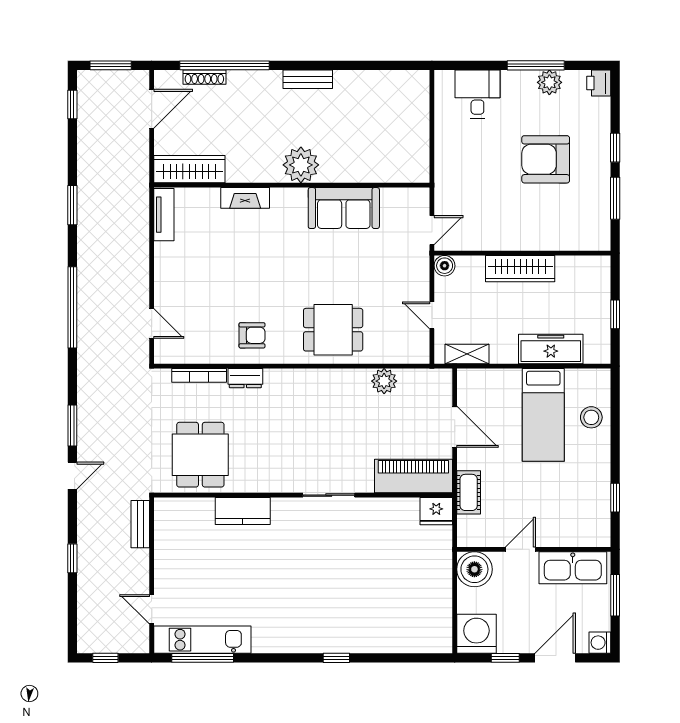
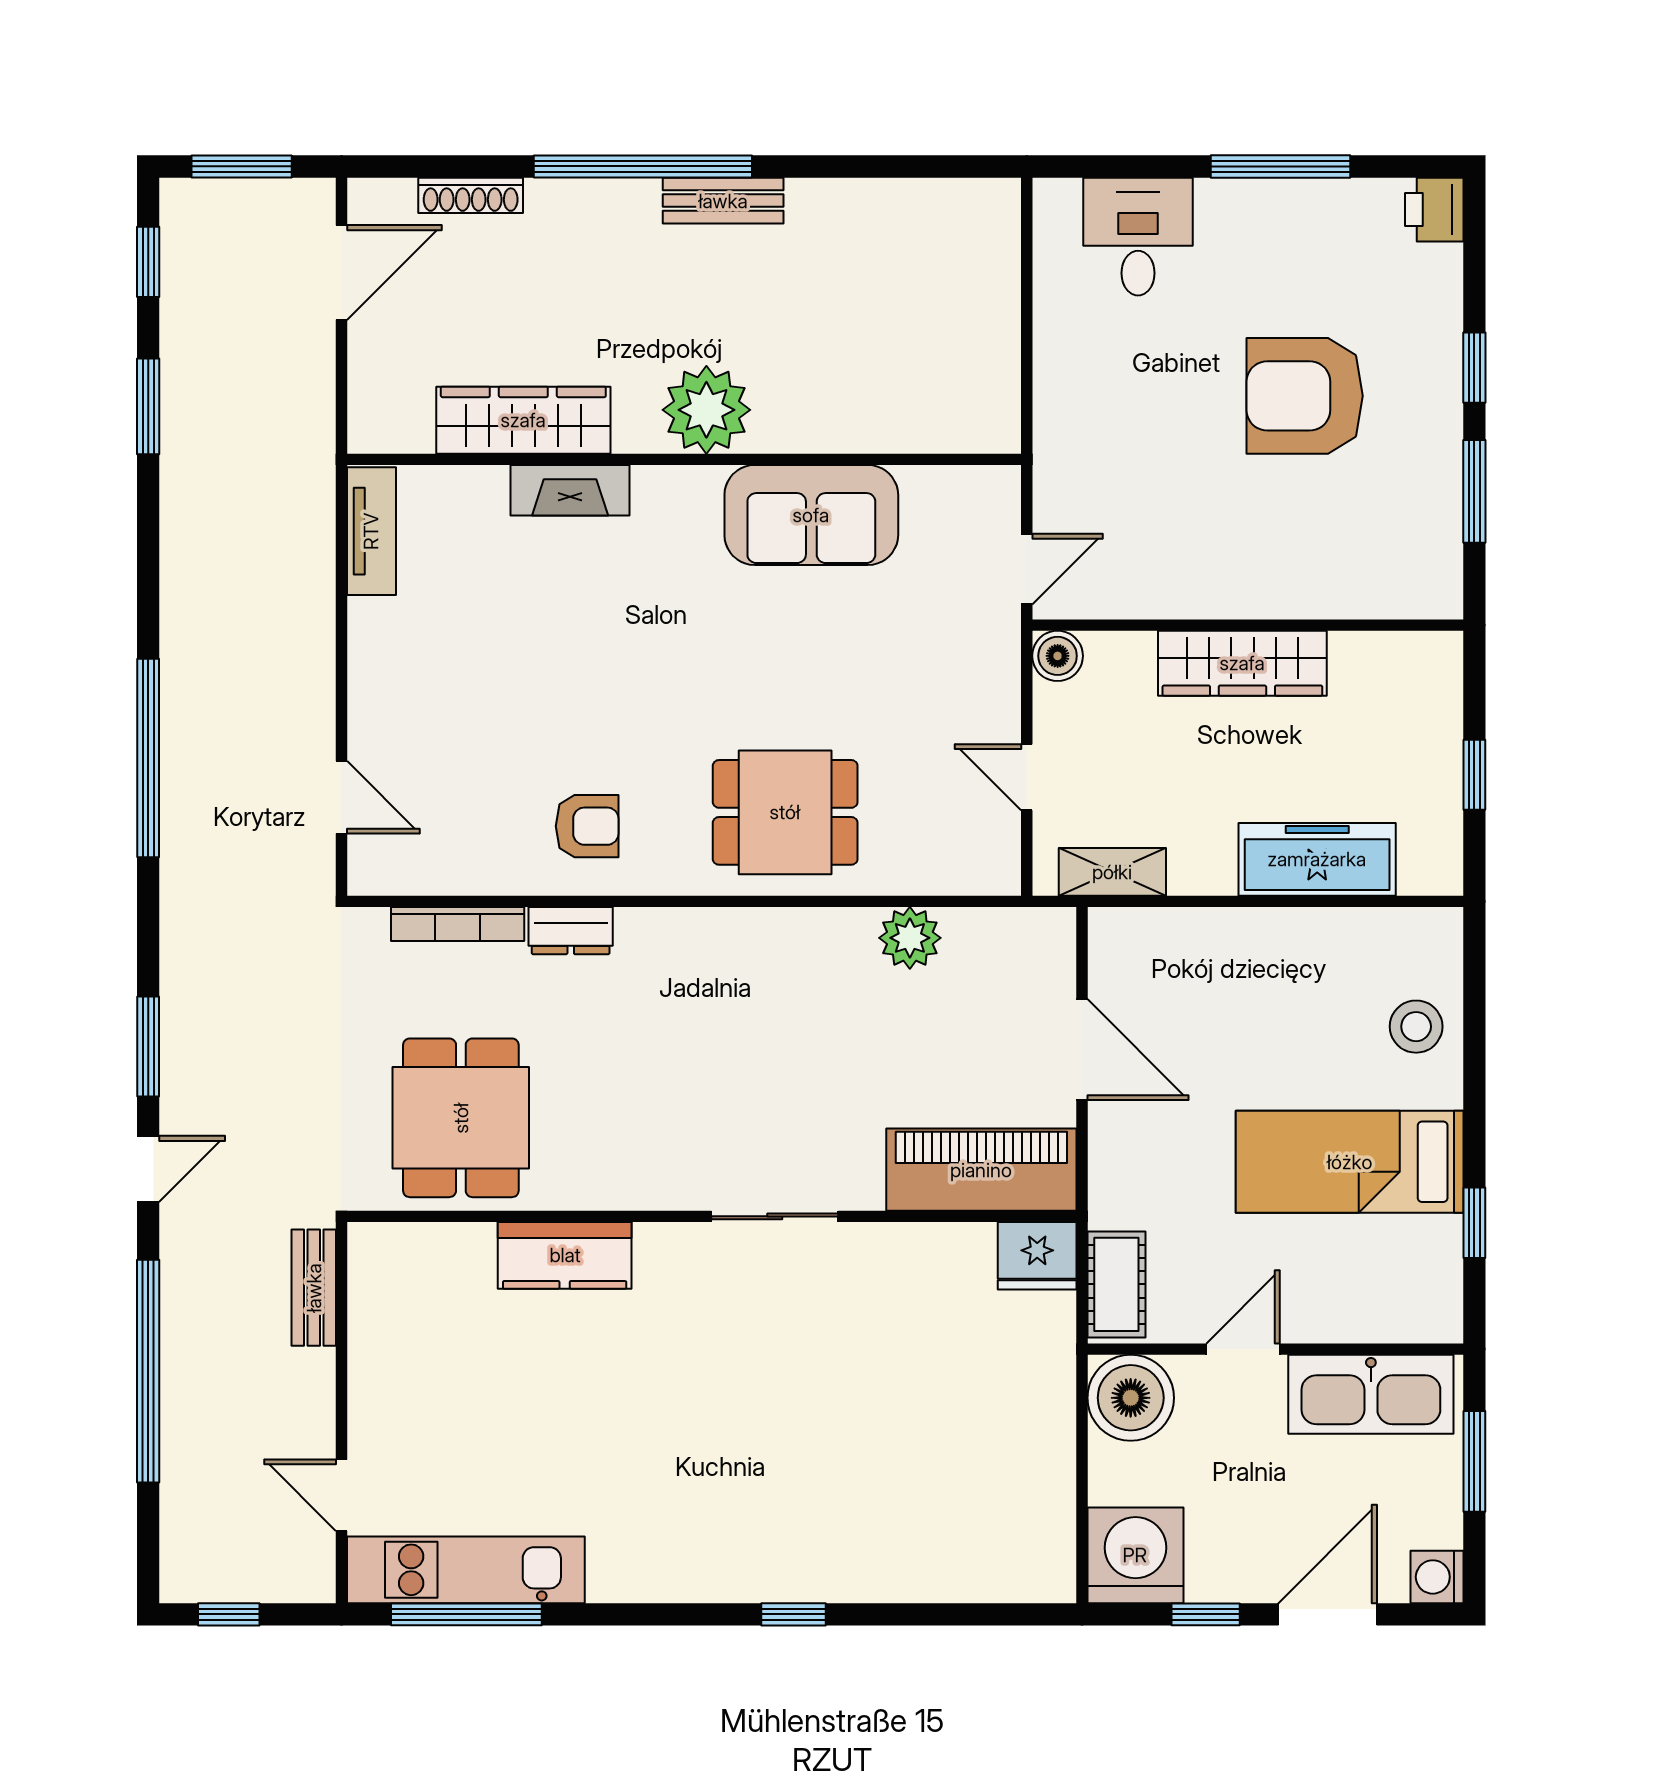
window: (224, 65) -> (643, 166), moved
plant: (549, 82) -> (1314, 208), removed
wardrobe: (189, 169) -> (523, 420), moved
window: (72, 205) -> (148, 406), moved
bed: (543, 415) -> (1350, 1162), moved, turned 90
cot: (469, 492) -> (1116, 1284), moved
window: (72, 558) -> (148, 1371), width x3.17

